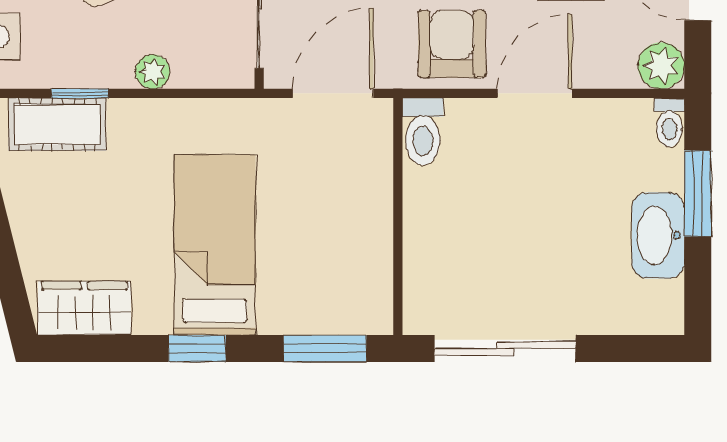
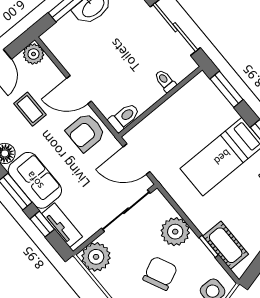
plant: (153, 72) -> (175, 232), width x1.87, depth x1.87
toilet: (669, 122) -> (165, 81), moved, turned -90

